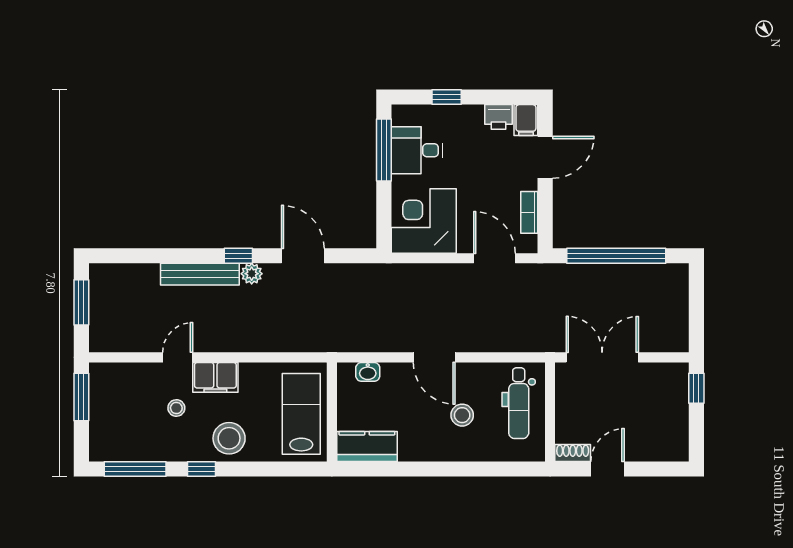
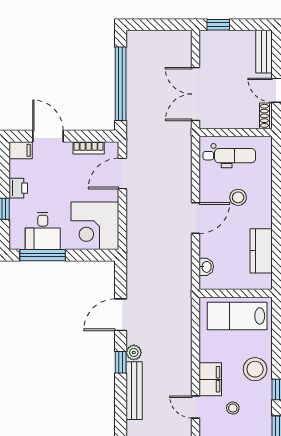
printer: (499, 117) -> (18, 188), moved
kitchen counter: (367, 446) -> (261, 251), moved
bench: (660, 450) -> (264, 52), added

